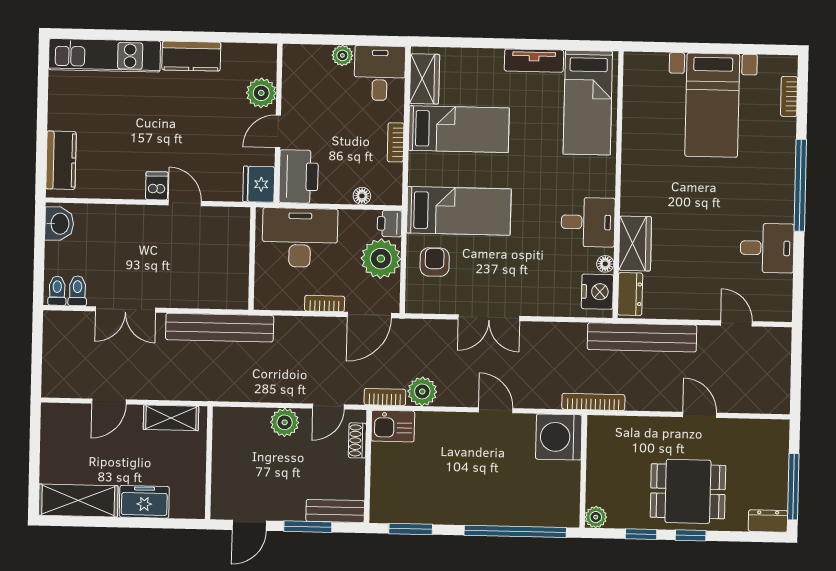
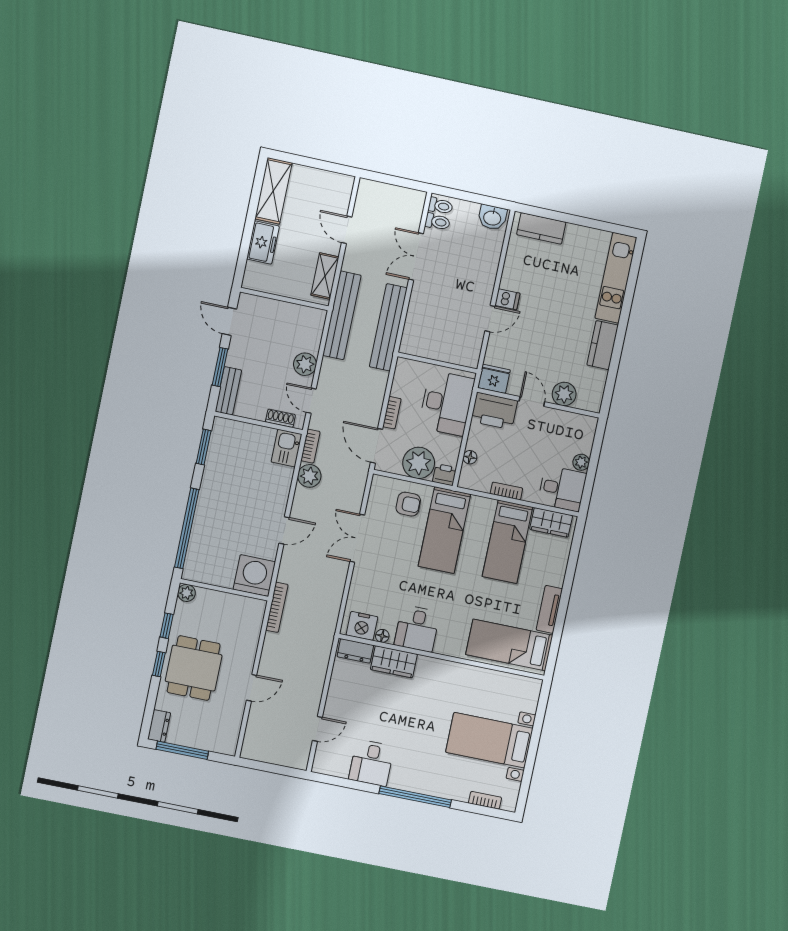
bench: (642, 337) -> (342, 315), moved

